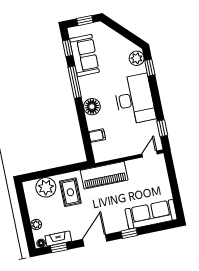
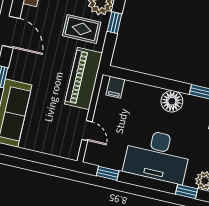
filing cabinet: (97, 136) -> (115, 87), moved
door: (150, 154) -> (87, 131), moved
window: (55, 171) -> (114, 23), added

